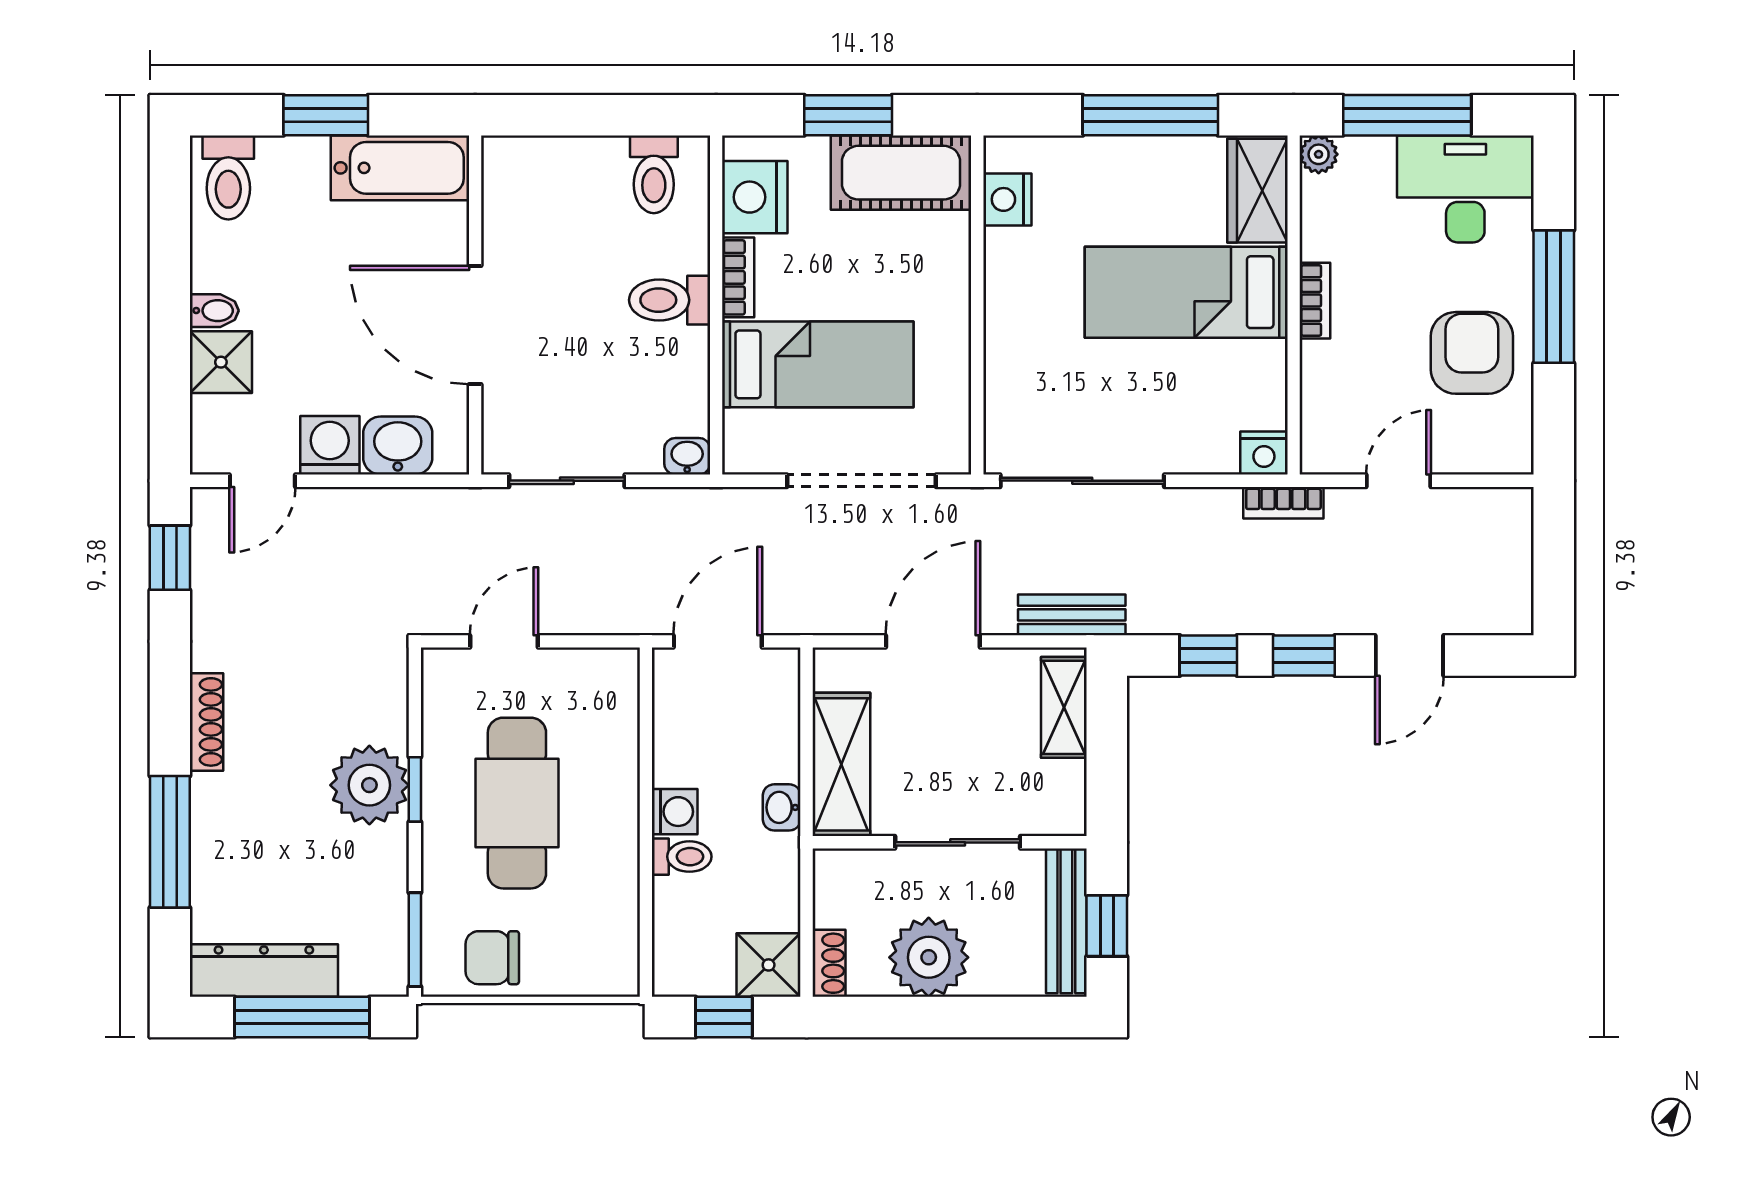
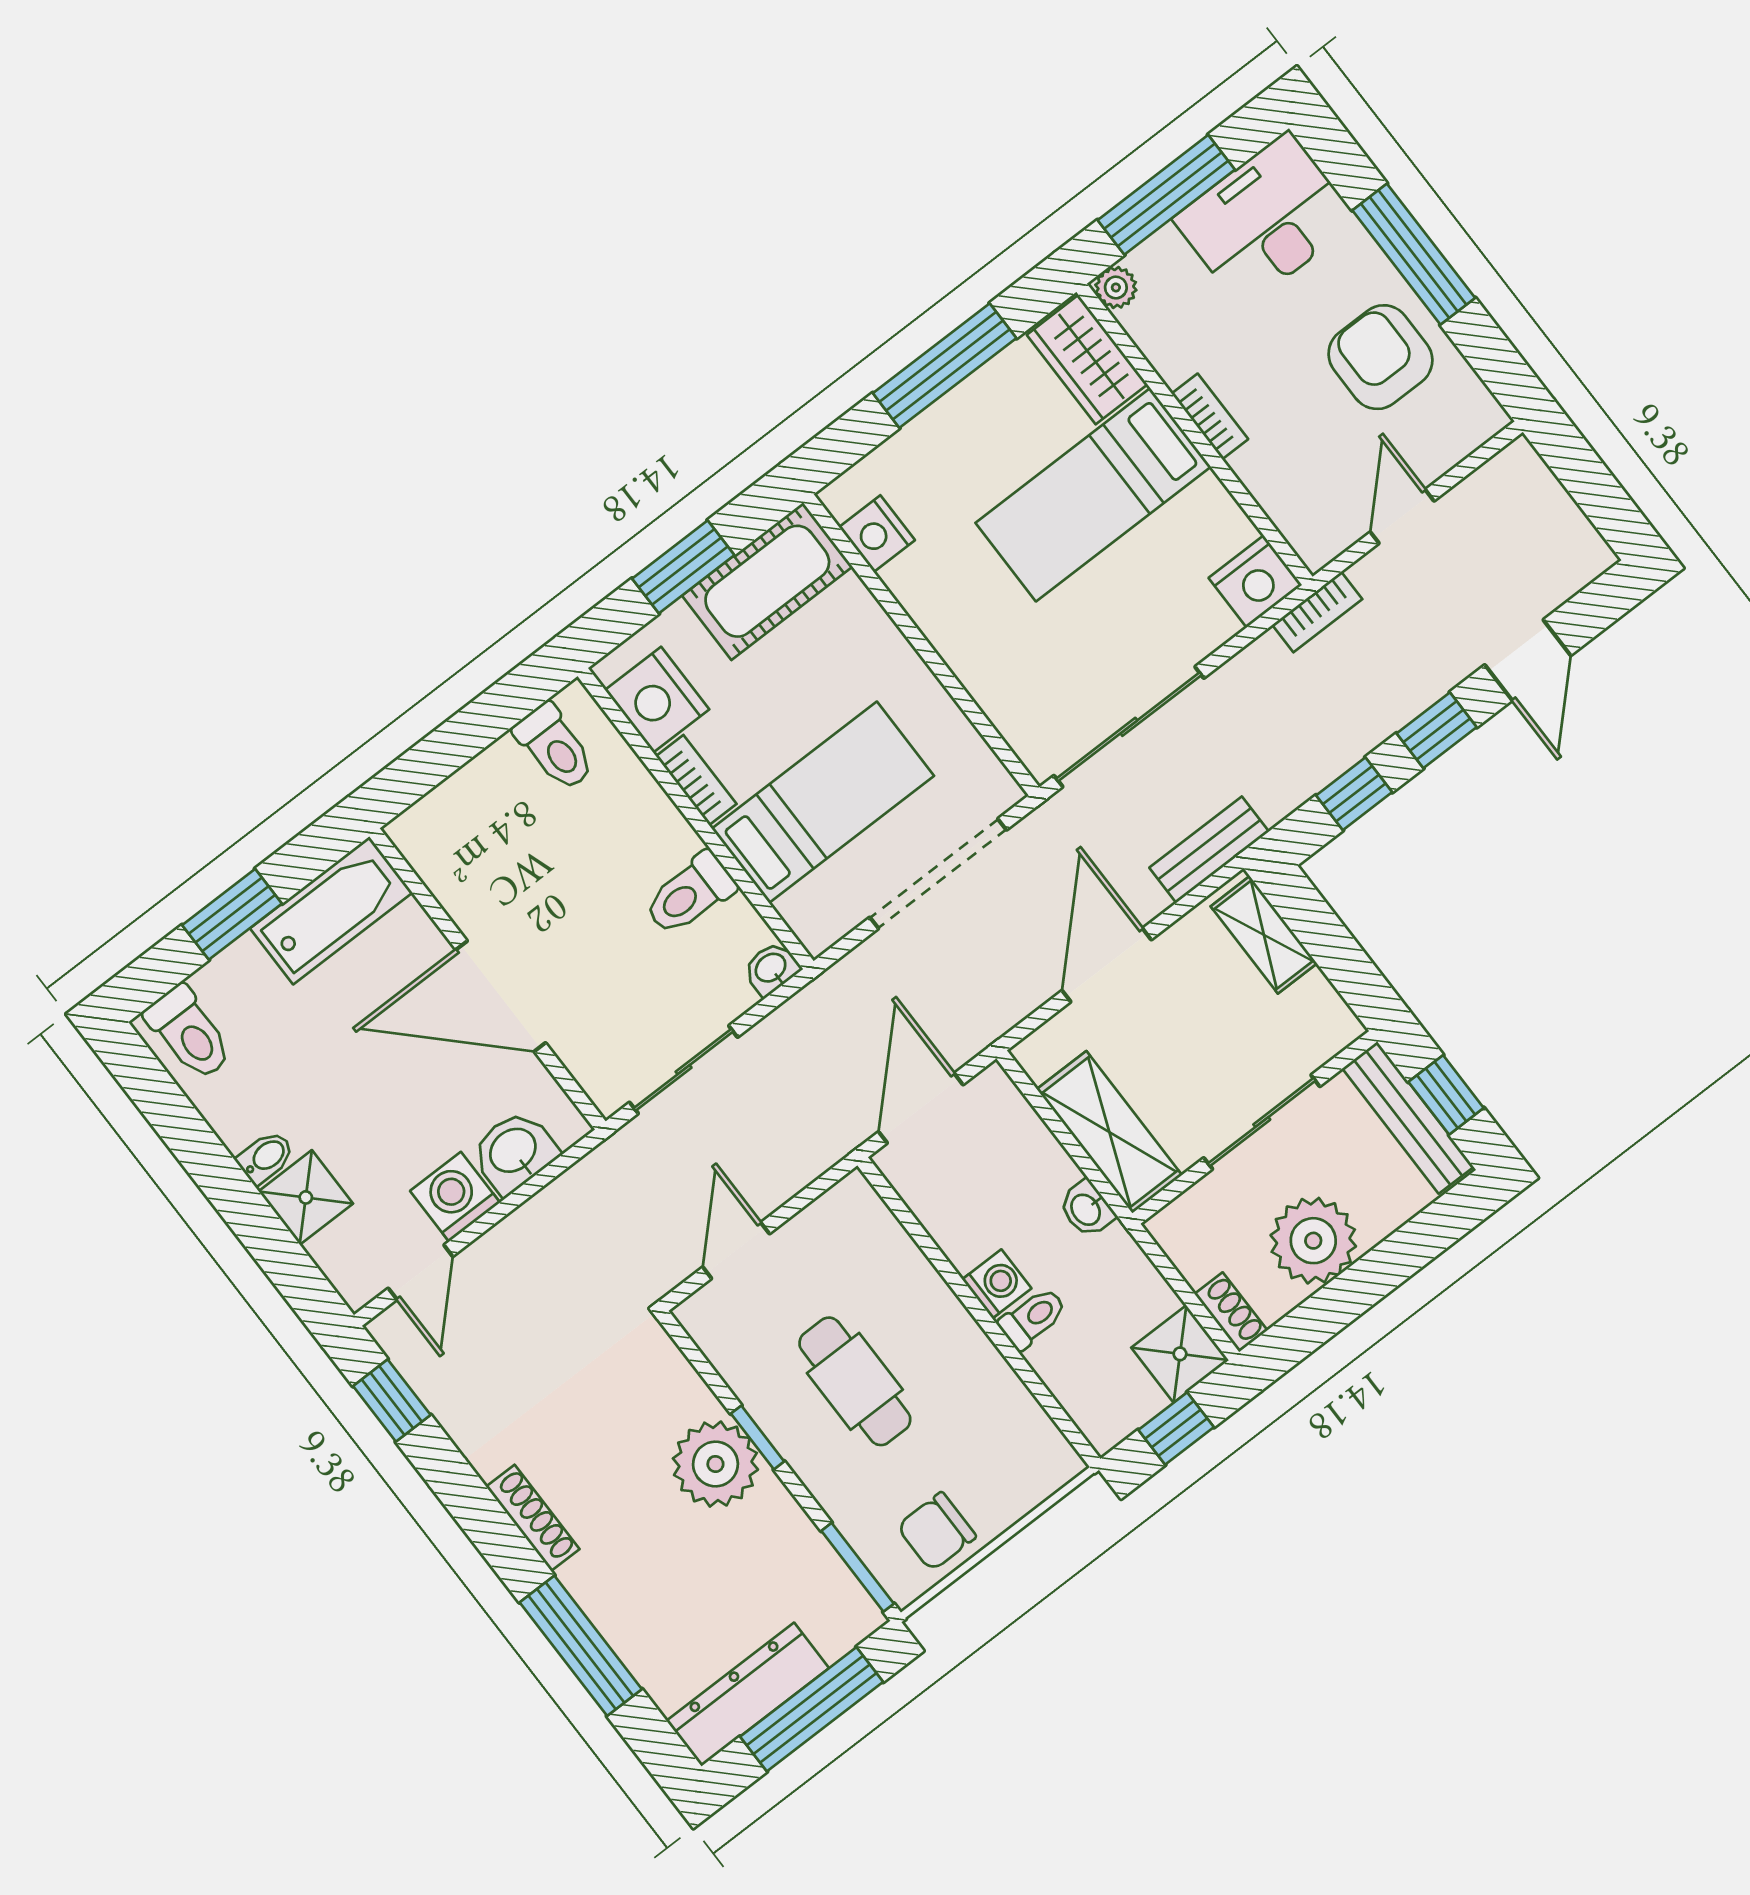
toilet: (670, 300) -> (690, 894), moved
nightstand: (1264, 453) -> (1255, 581), width x1.36, depth x1.33
cafe table: (517, 803) -> (855, 1381), width x0.73, depth x0.74

